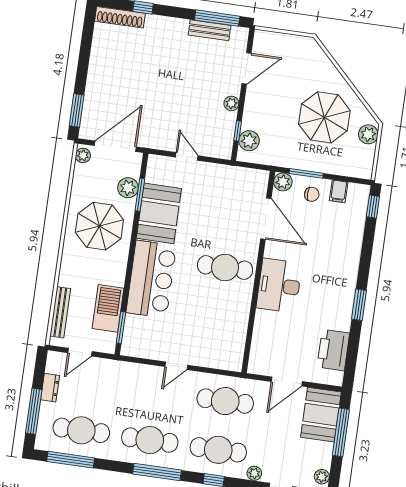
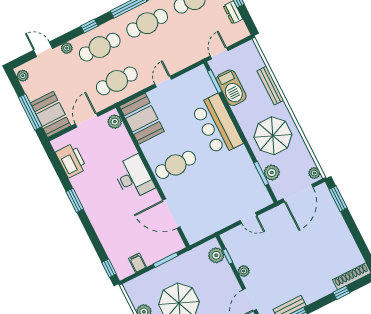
plant: (283, 182) -> (115, 122), moved
chair: (312, 194) -> (153, 249), removed
booth: (159, 213) -> (142, 119), moved
bench: (60, 312) -> (270, 86), moved
door: (80, 352) -> (219, 53), moved

